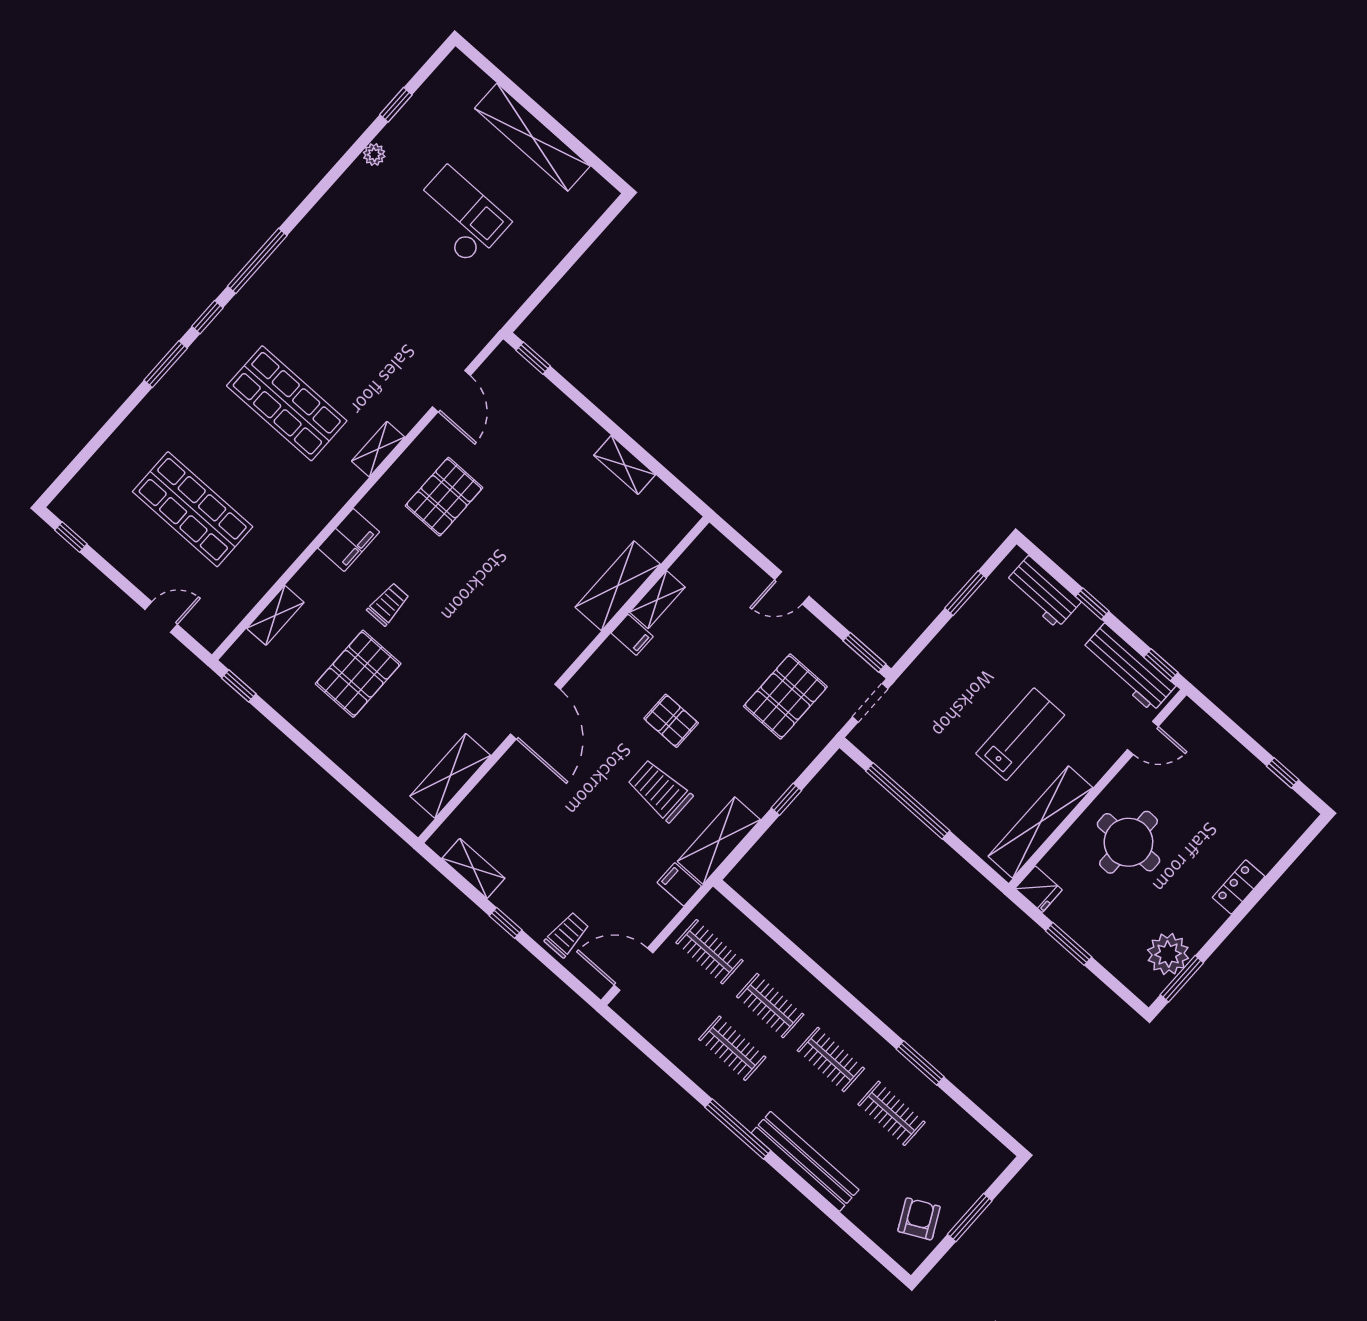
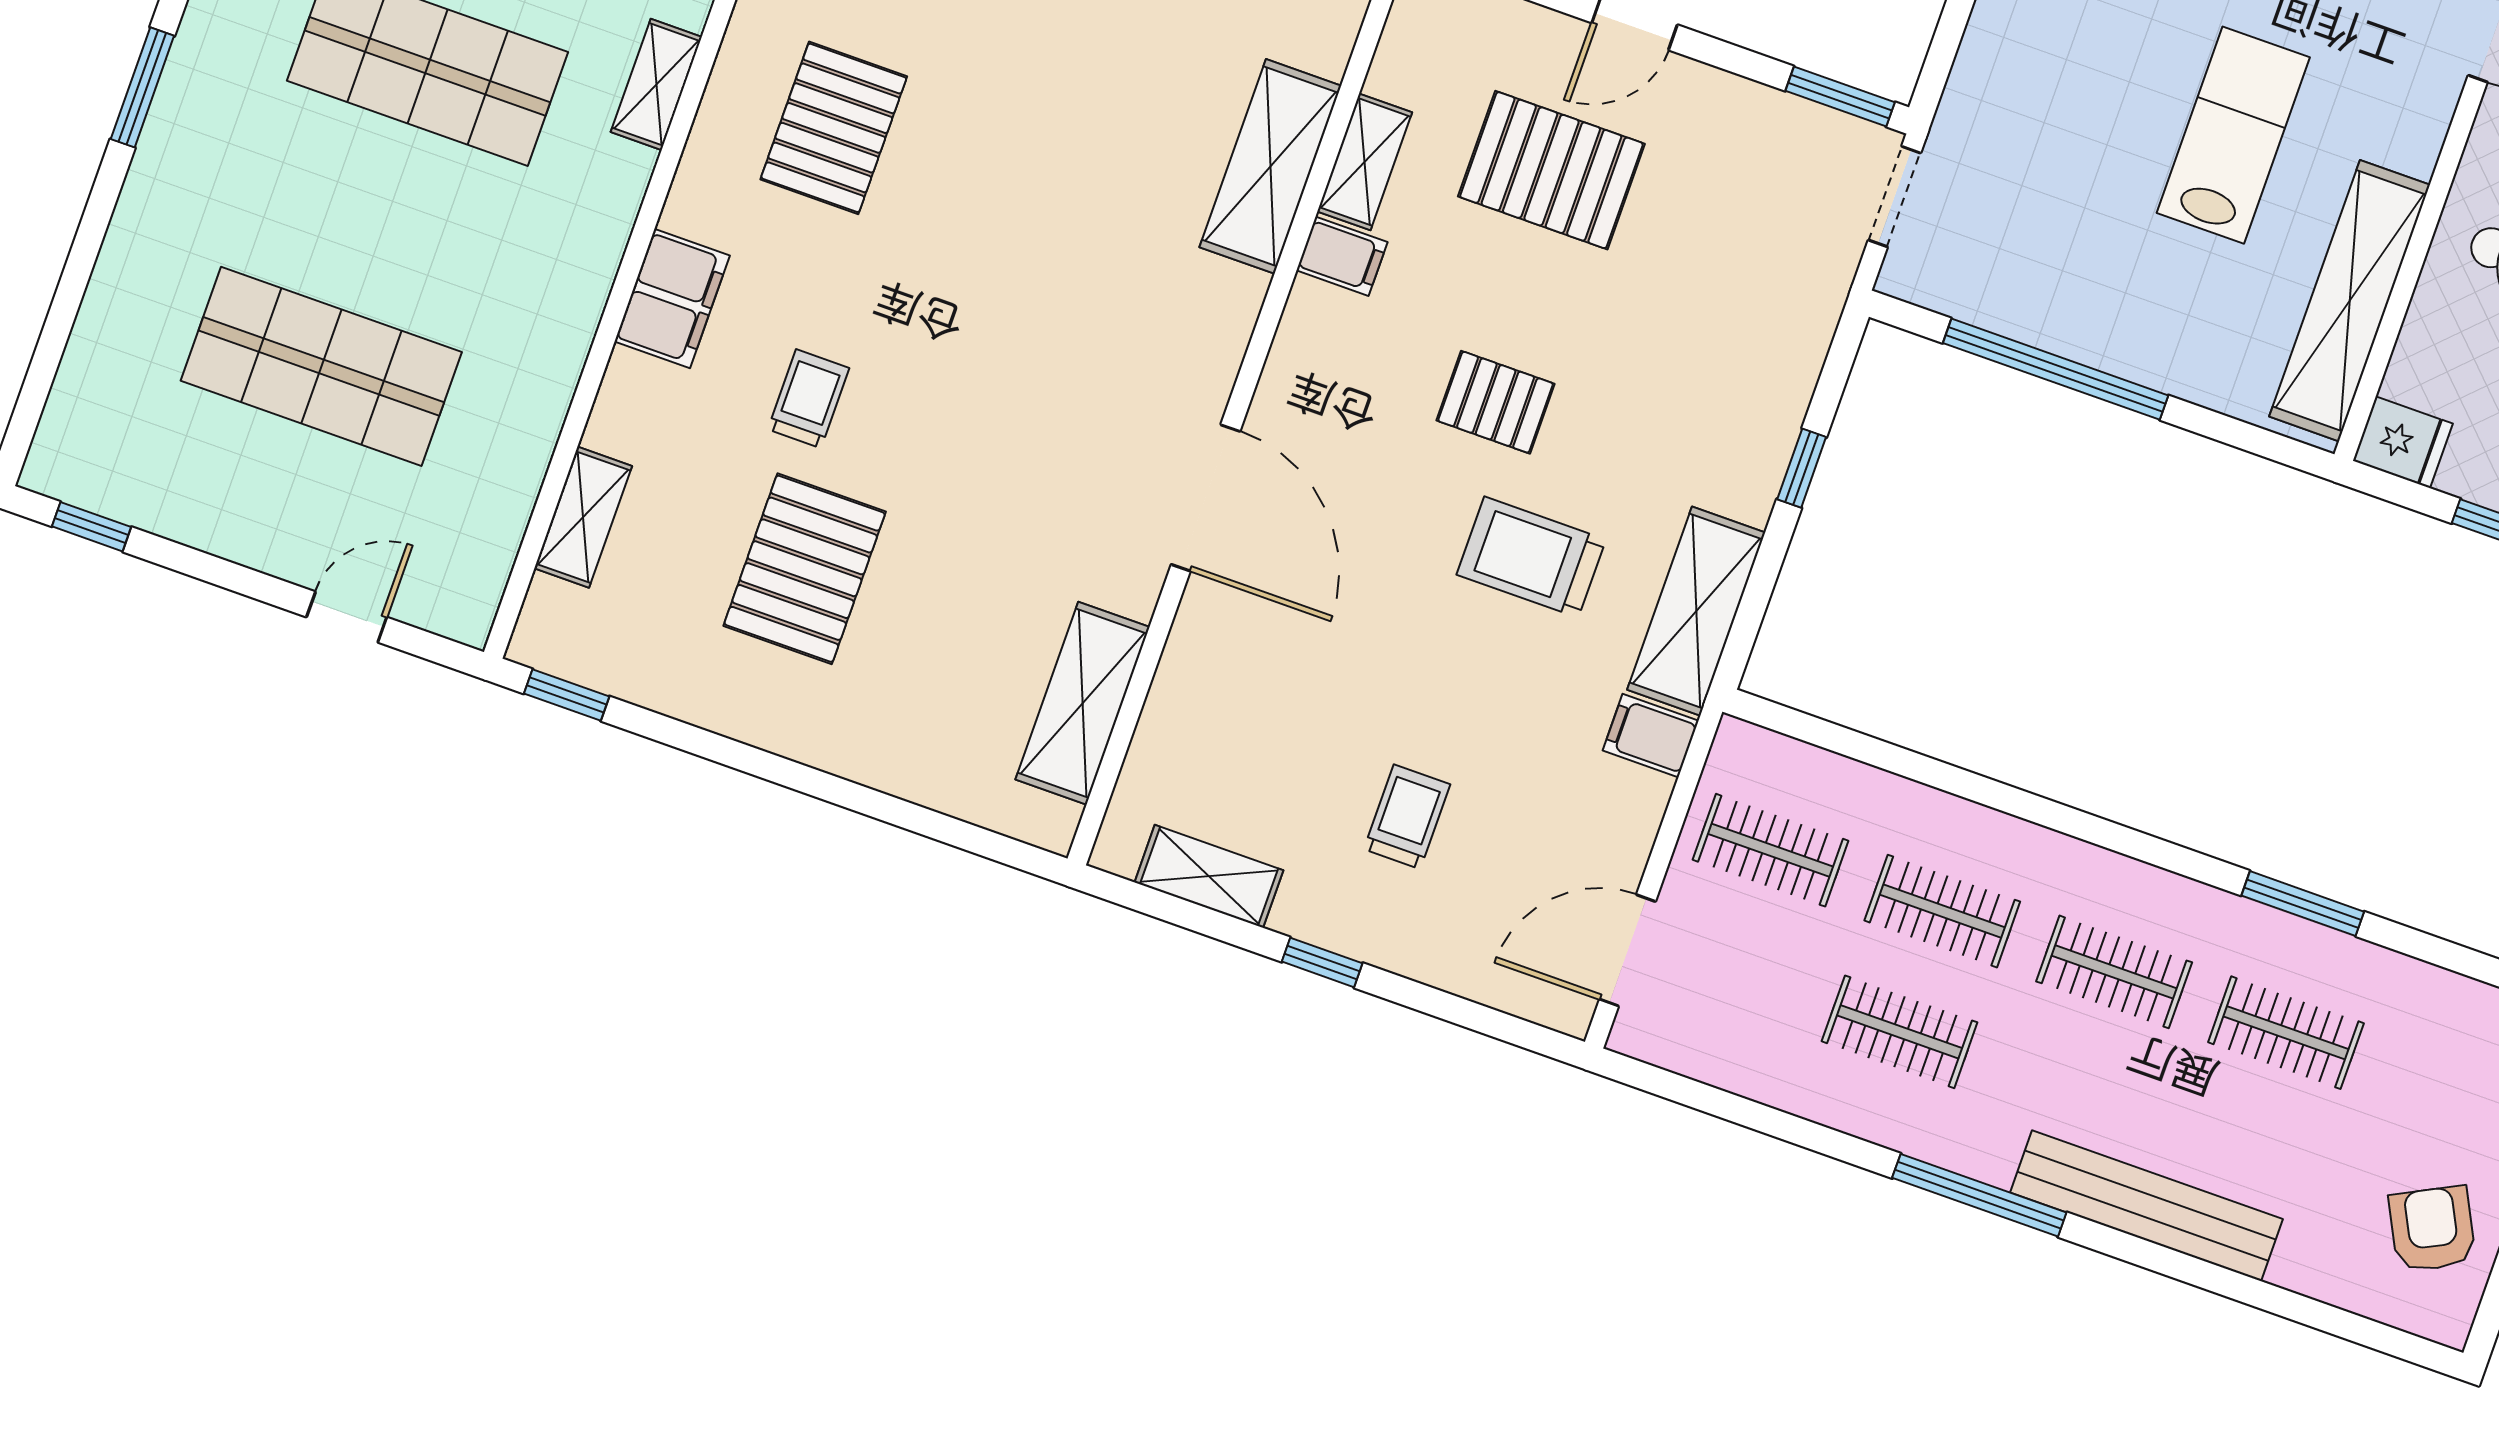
pallet: (785, 696) -> (1551, 170), moved, turned 90
trolley: (567, 935) -> (1407, 817), moved

